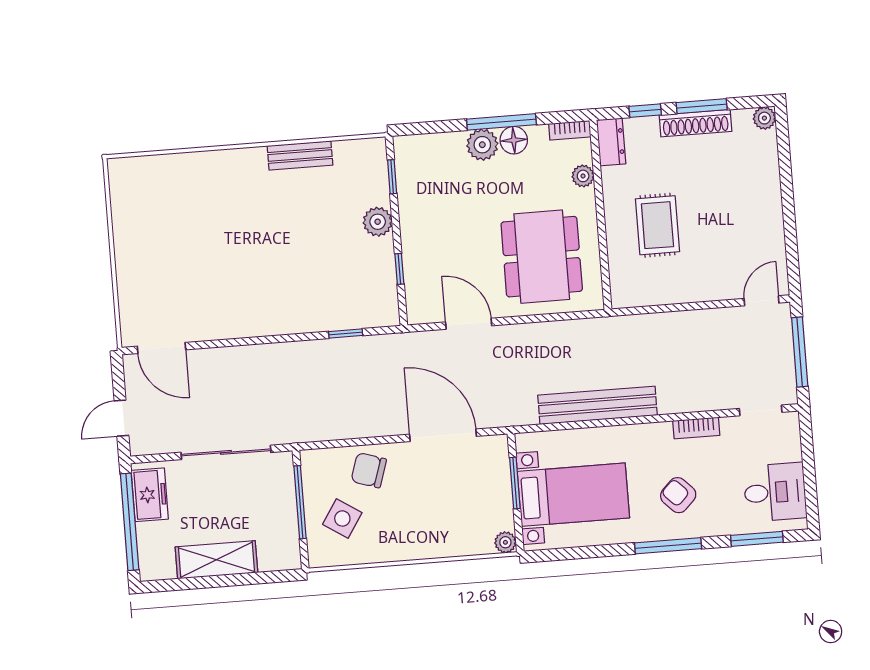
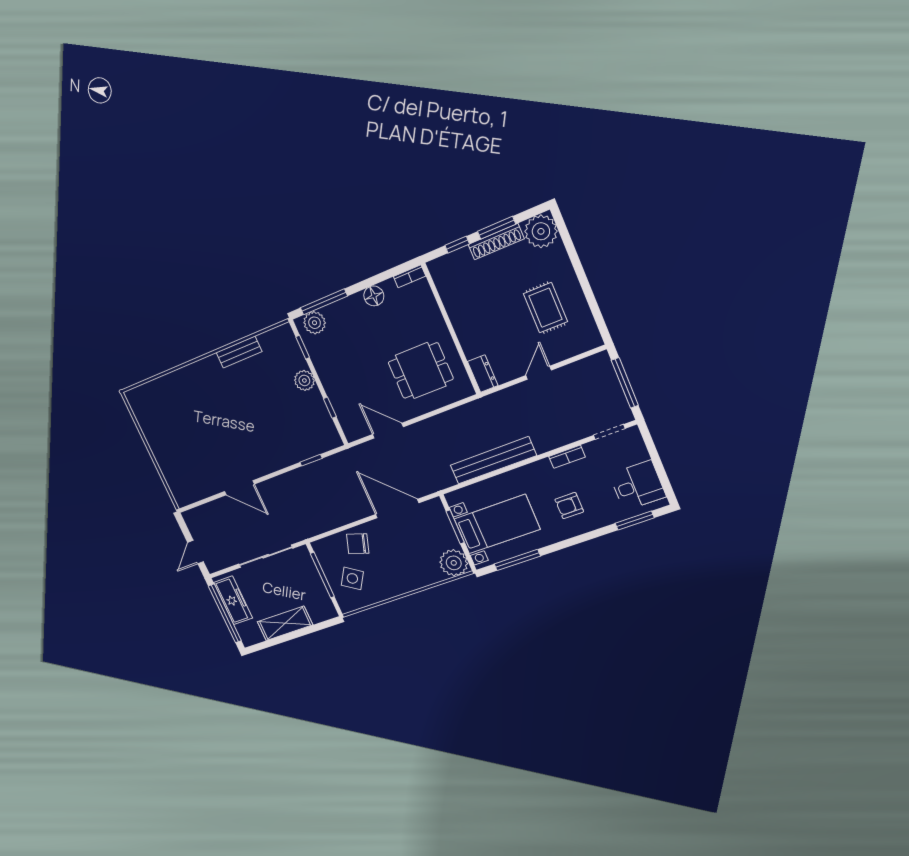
plant: (764, 118) -> (541, 231), width x1.88, depth x1.88
window: (501, 122) -> (324, 302), moved
dresser: (611, 142) -> (483, 374), moved
plant: (482, 145) -> (315, 323), moved
plant: (583, 176) -> (430, 306), removed
rug: (657, 225) -> (546, 308), moved
dining table: (542, 257) -> (421, 371), width x0.73
door: (761, 301) -> (538, 373), moved
door: (162, 348) -> (239, 488), moved
freezer: (150, 495) -> (233, 600), width x1.40
armchair: (678, 495) -> (569, 506), turned -45
plant: (505, 542) -> (454, 563), width x1.88, depth x1.88
window: (668, 546) -> (517, 560), moved

